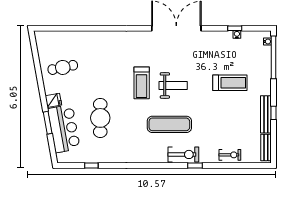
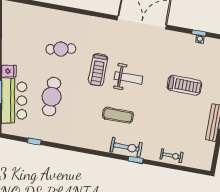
cafe table: (63, 67) -> (61, 49), moved
exercise mat: (169, 124) -> (118, 115), width x0.73, depth x0.69
bench: (266, 148) -> (208, 155), removed

